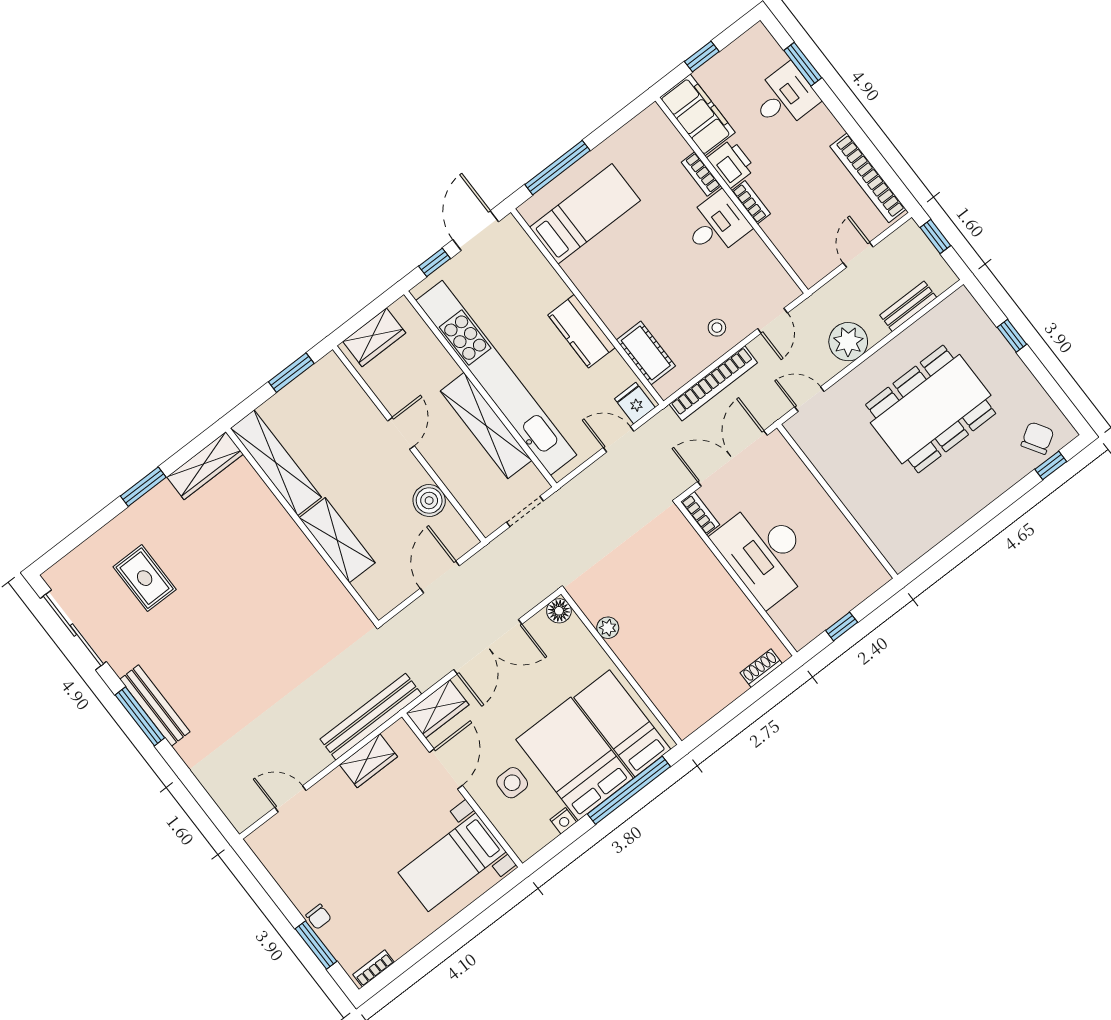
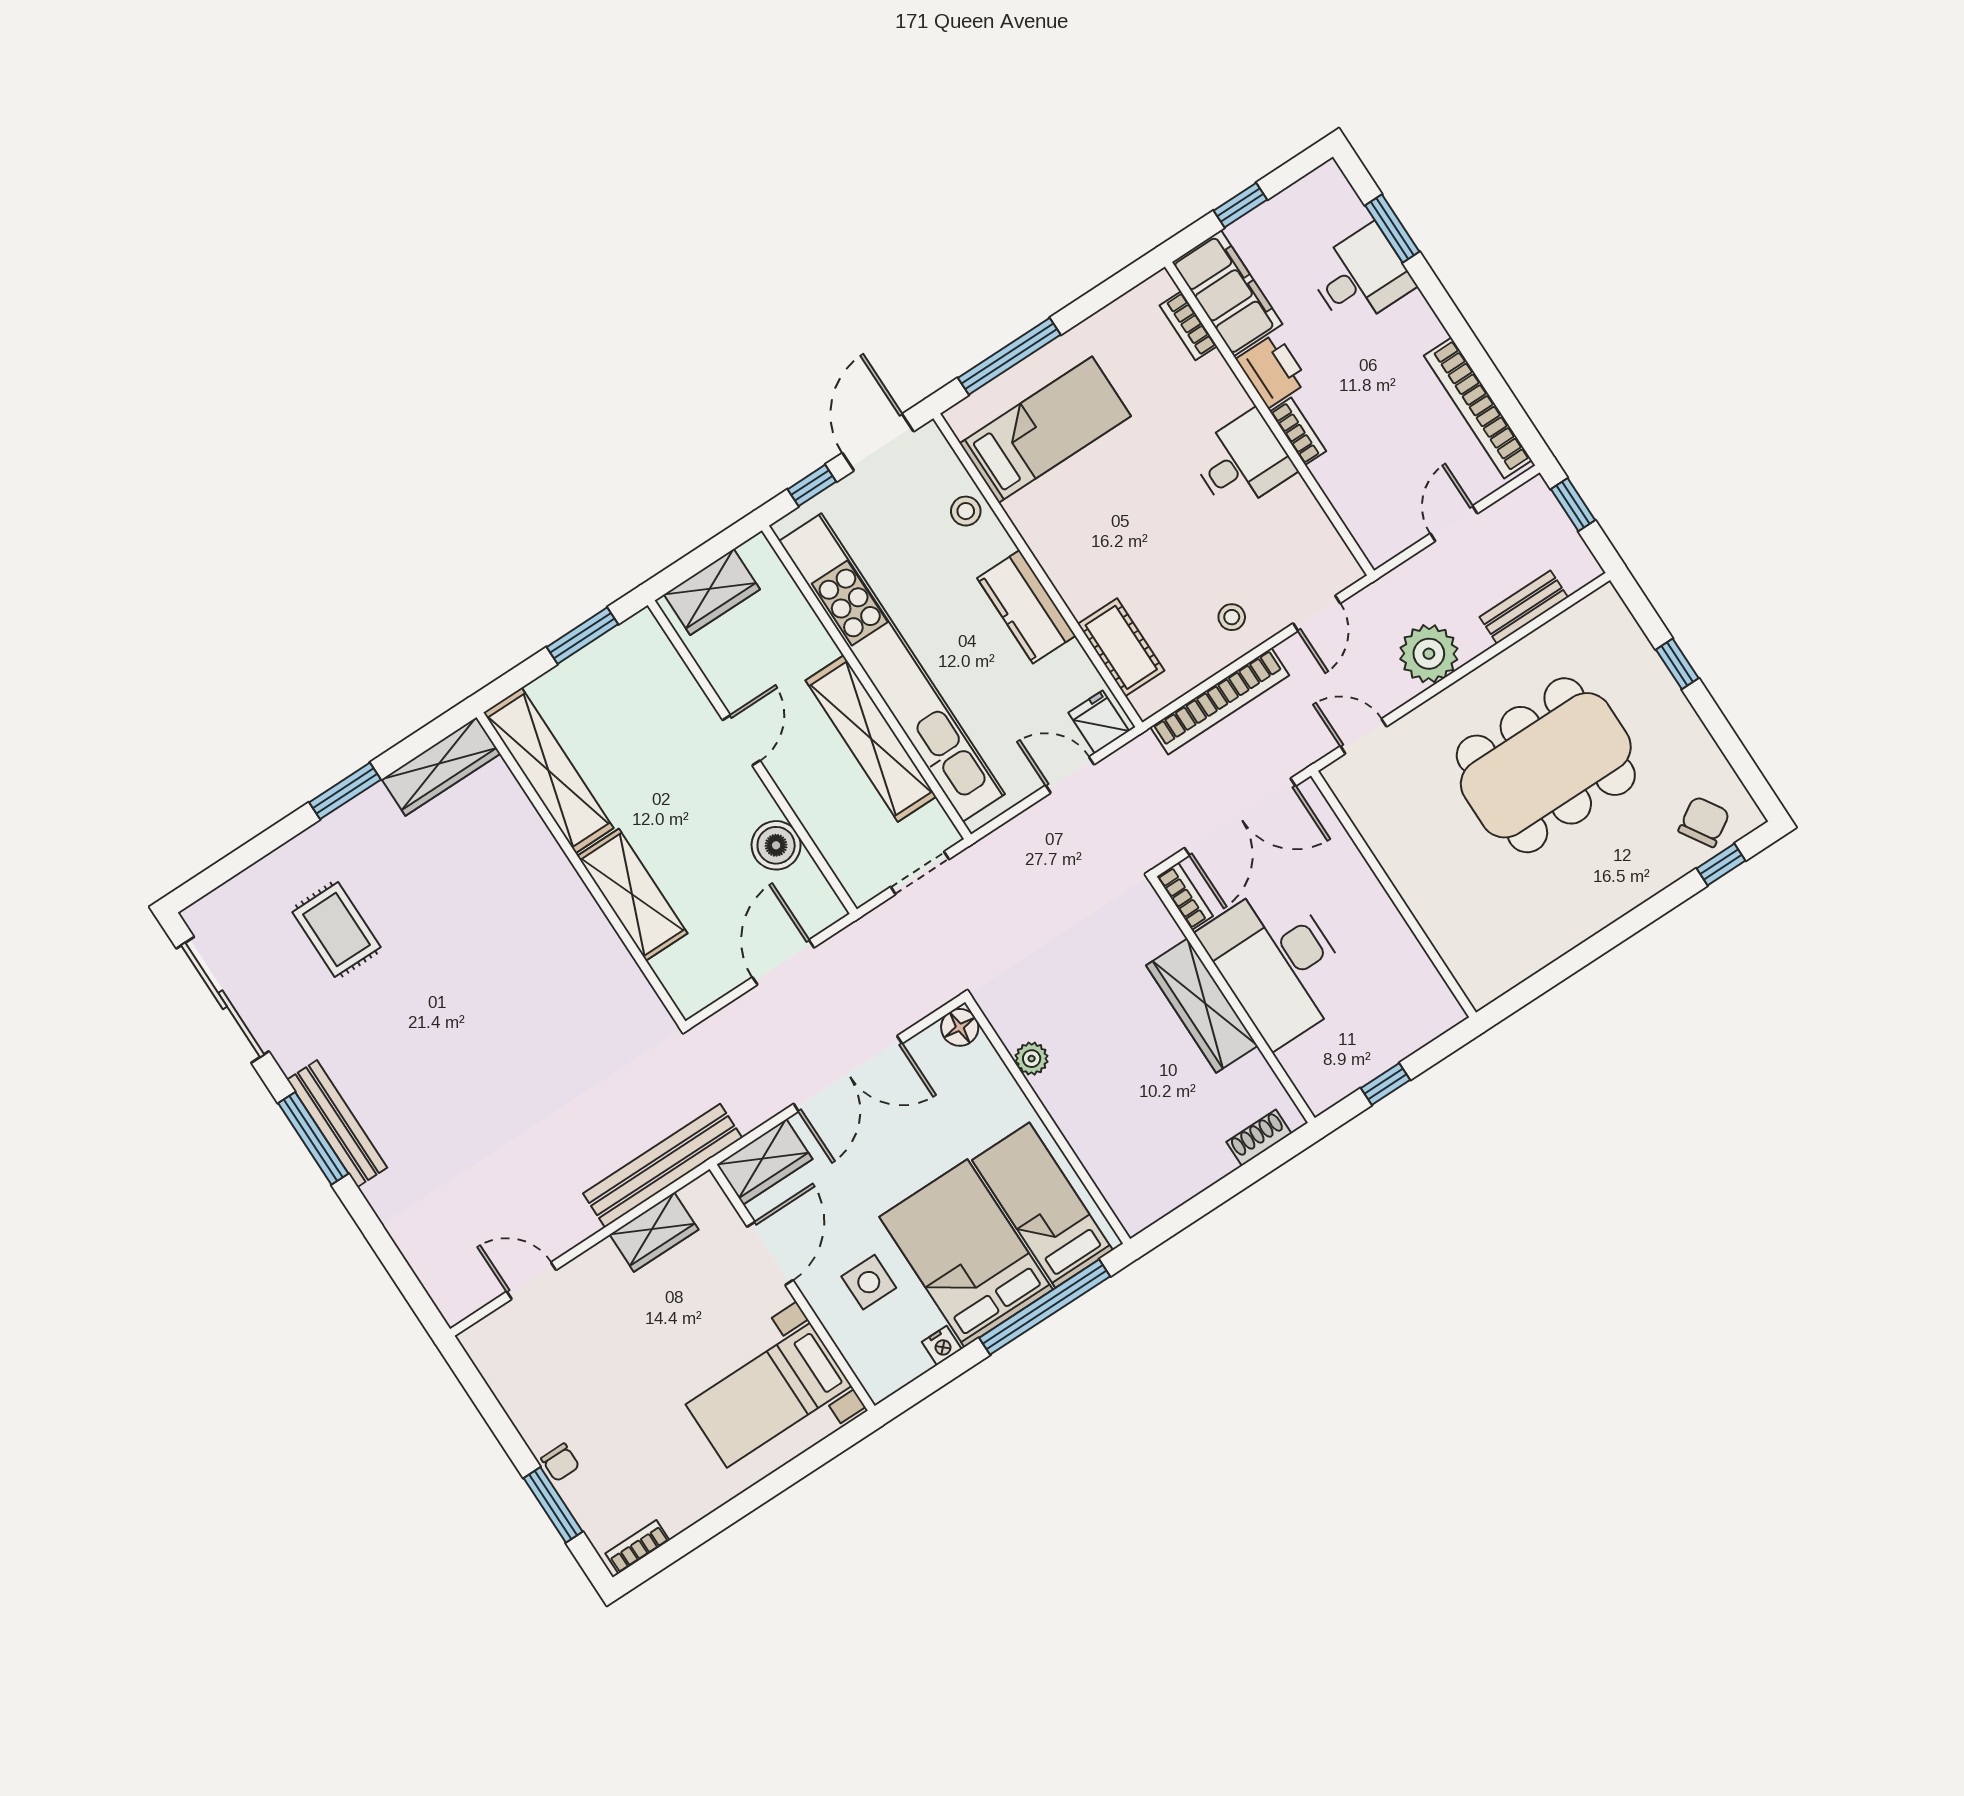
bookcase: (701, 174) -> (1188, 326), moved
stool: (537, 271) -> (966, 511), added
double door: (732, 458) -> (1240, 817), swing flipped
wardrobe: (717, 584) -> (1202, 1006), added

